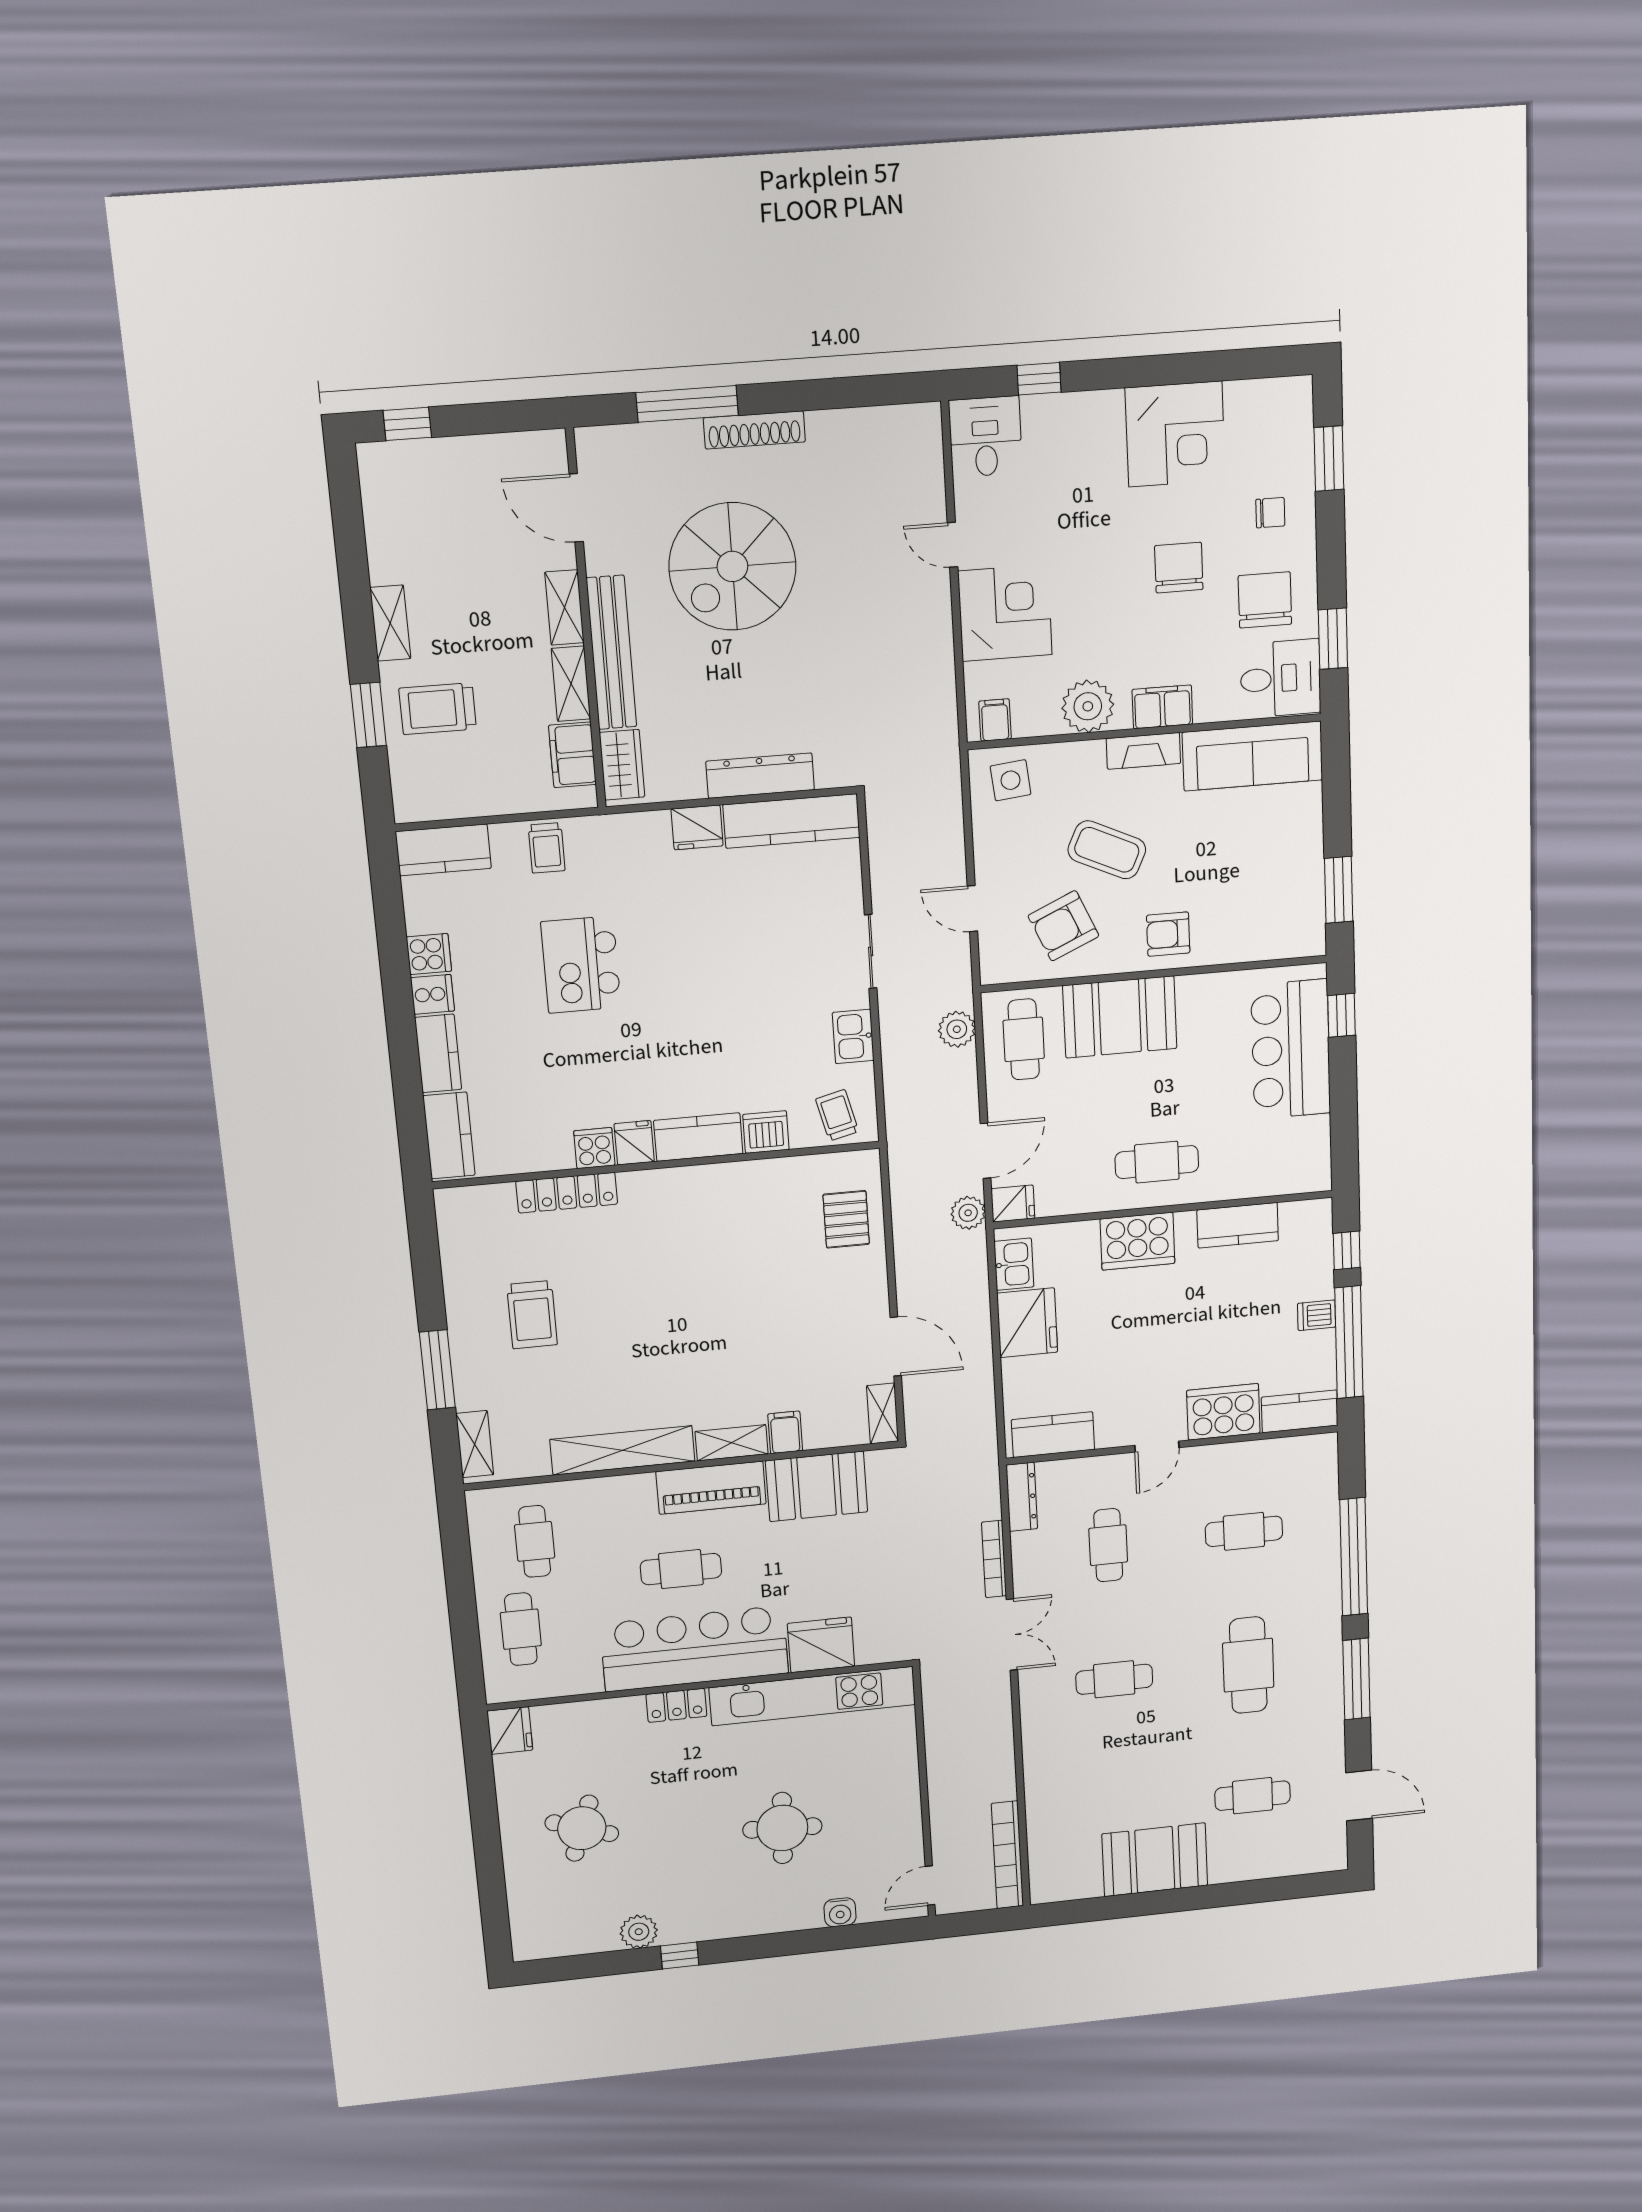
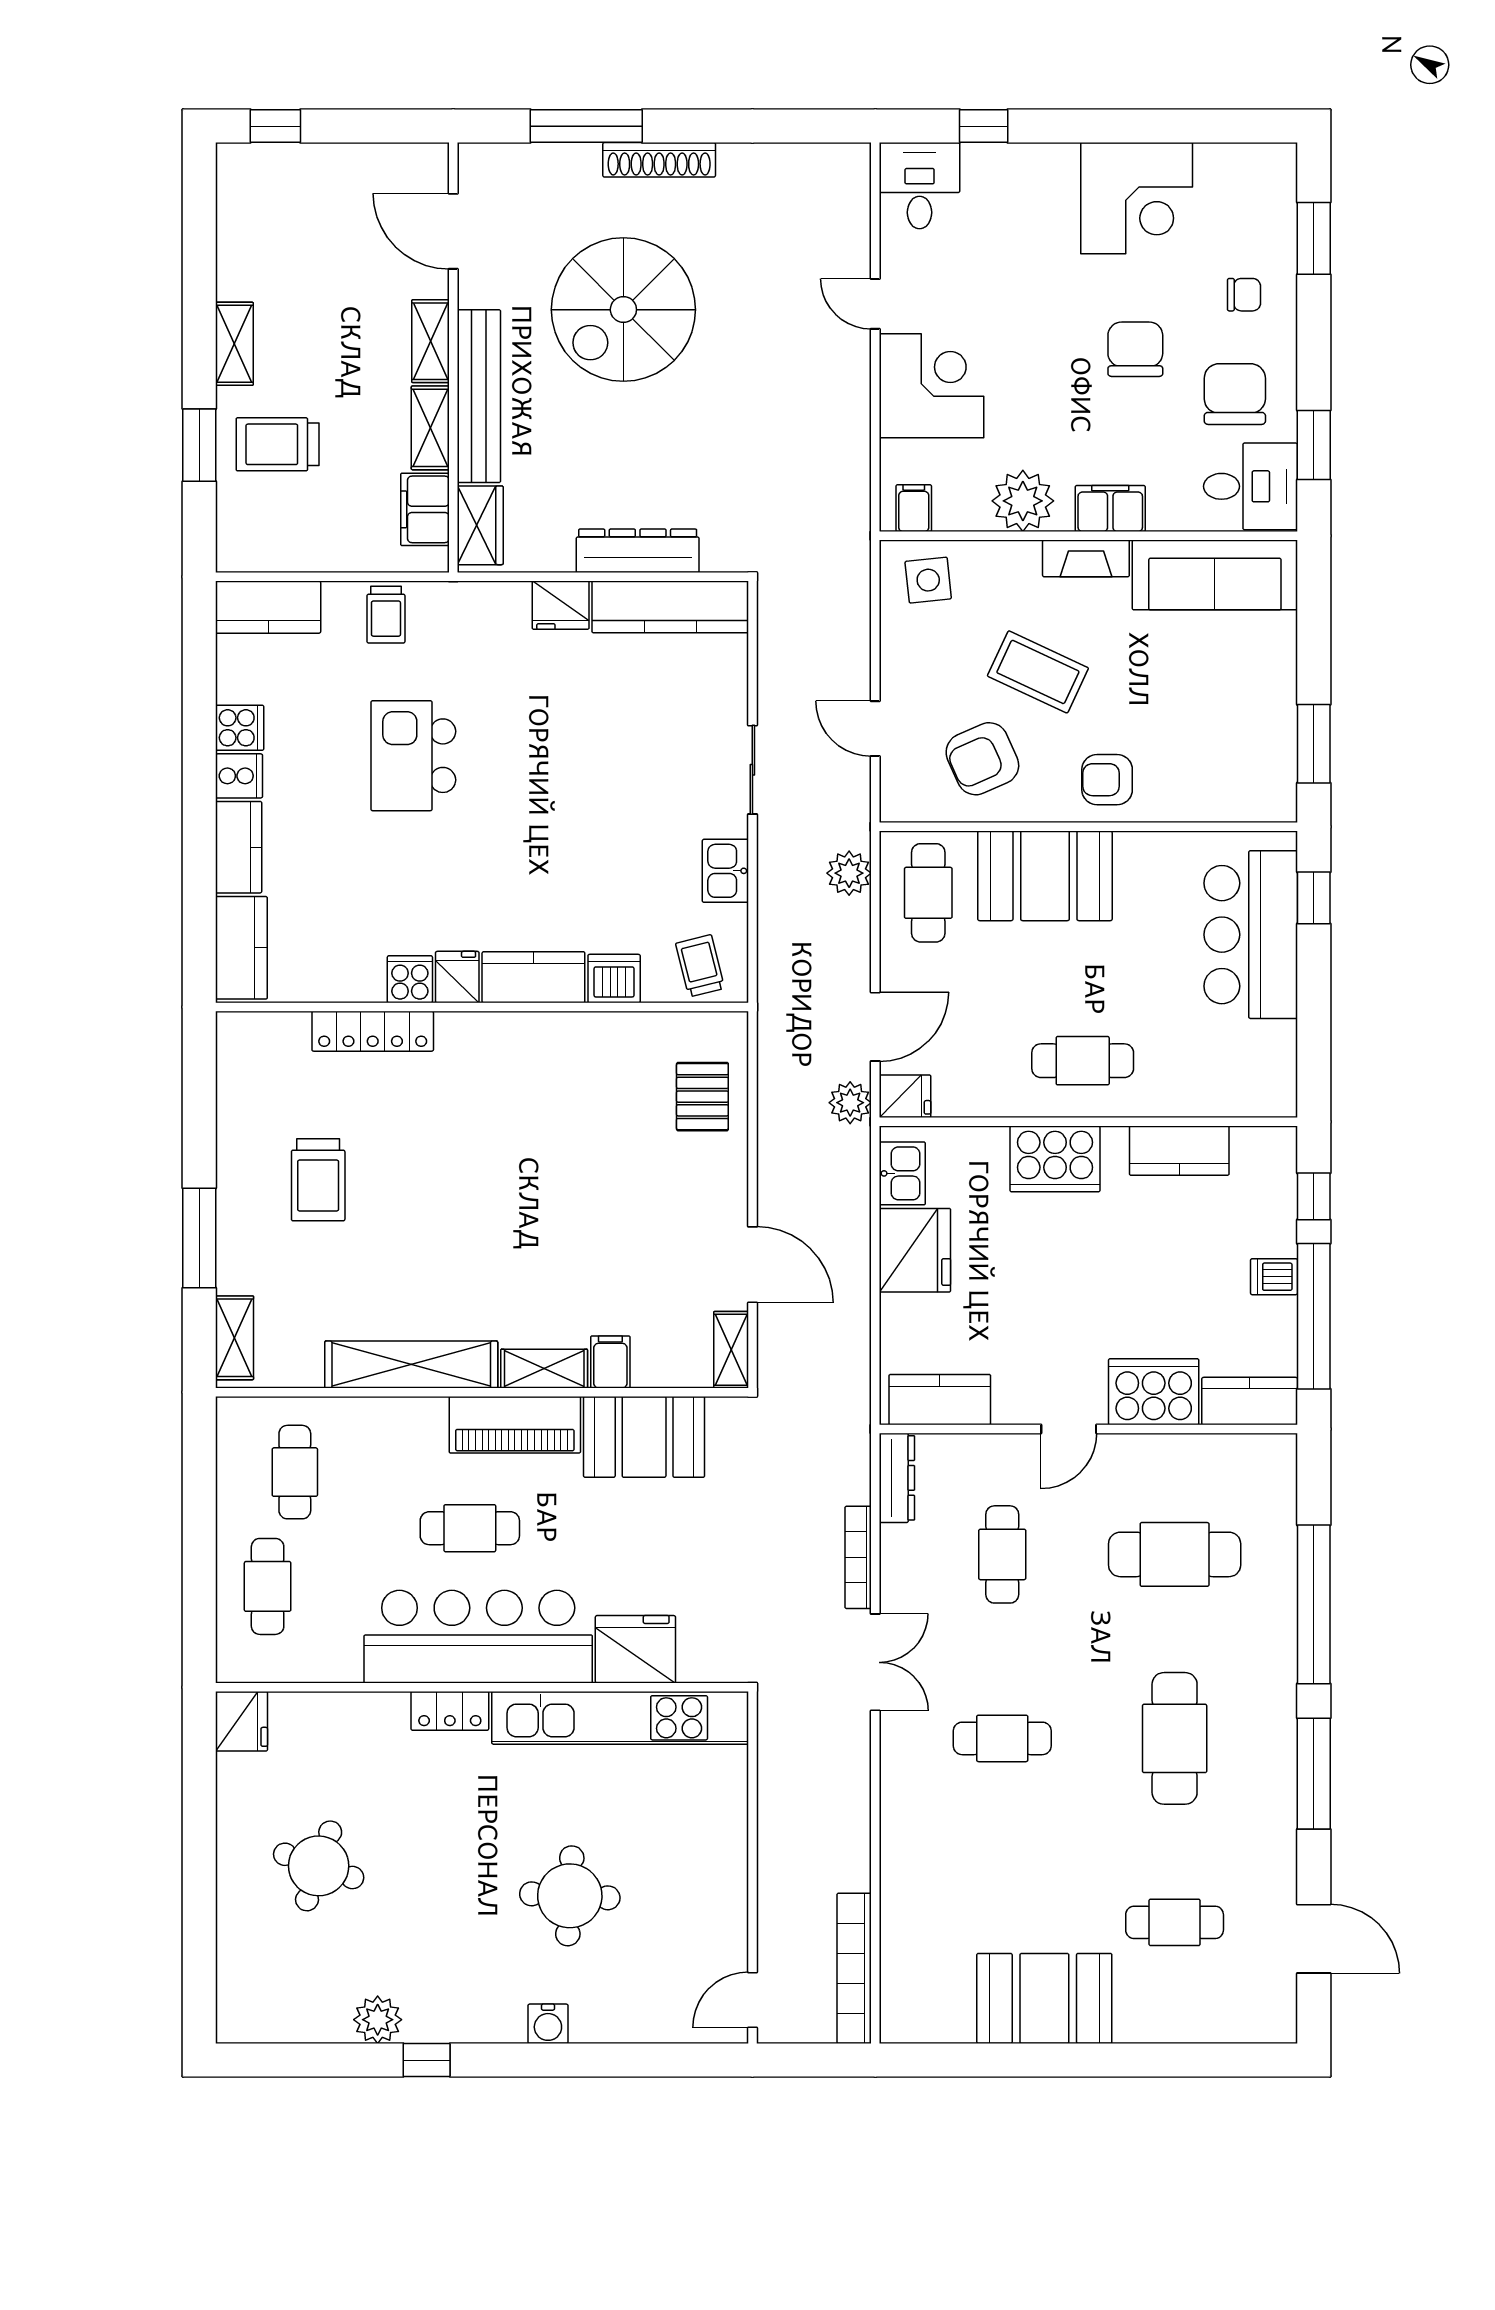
cafe table: (1244, 1531) -> (1175, 1554), width x1.37, depth x1.35
water cooler: (840, 1912) -> (548, 2024), moved

